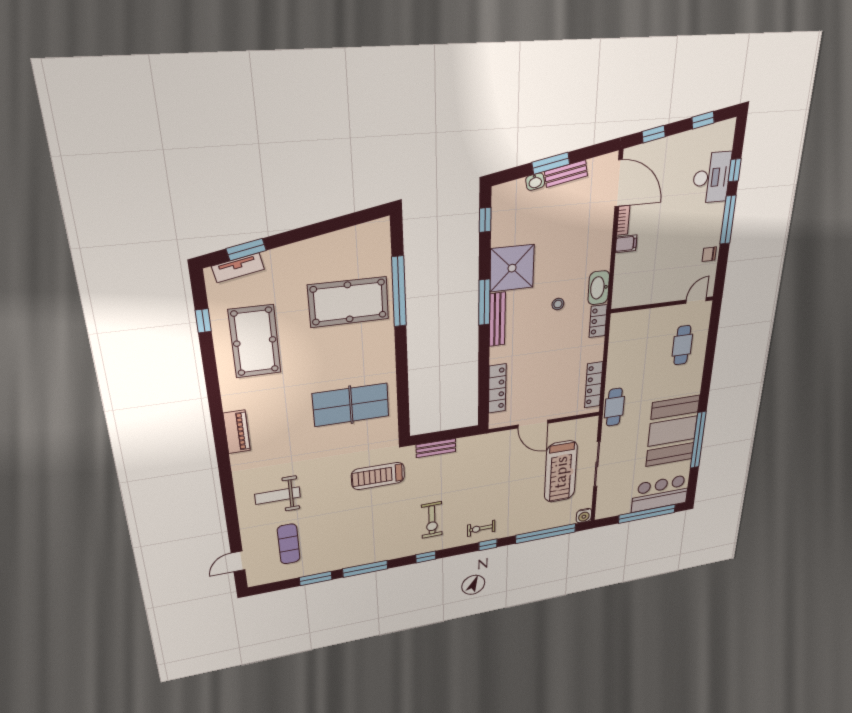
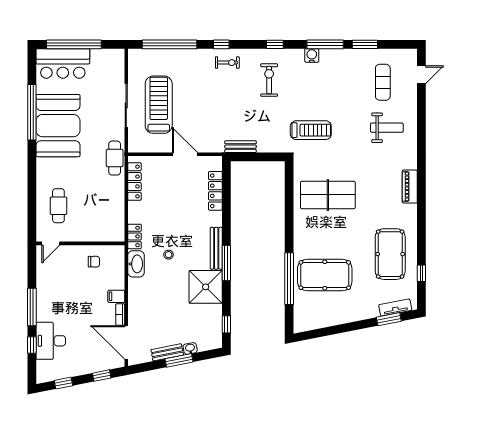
chair: (709, 254) -> (94, 262), moved
bench: (436, 448) -> (241, 147), moved
water cooler: (584, 516) -> (312, 55), moved

